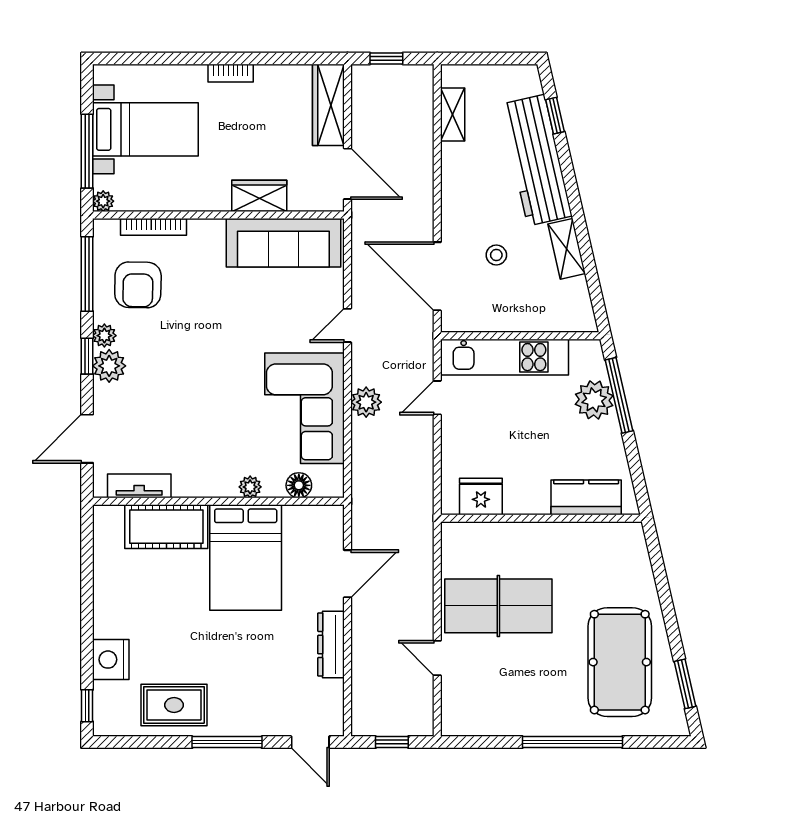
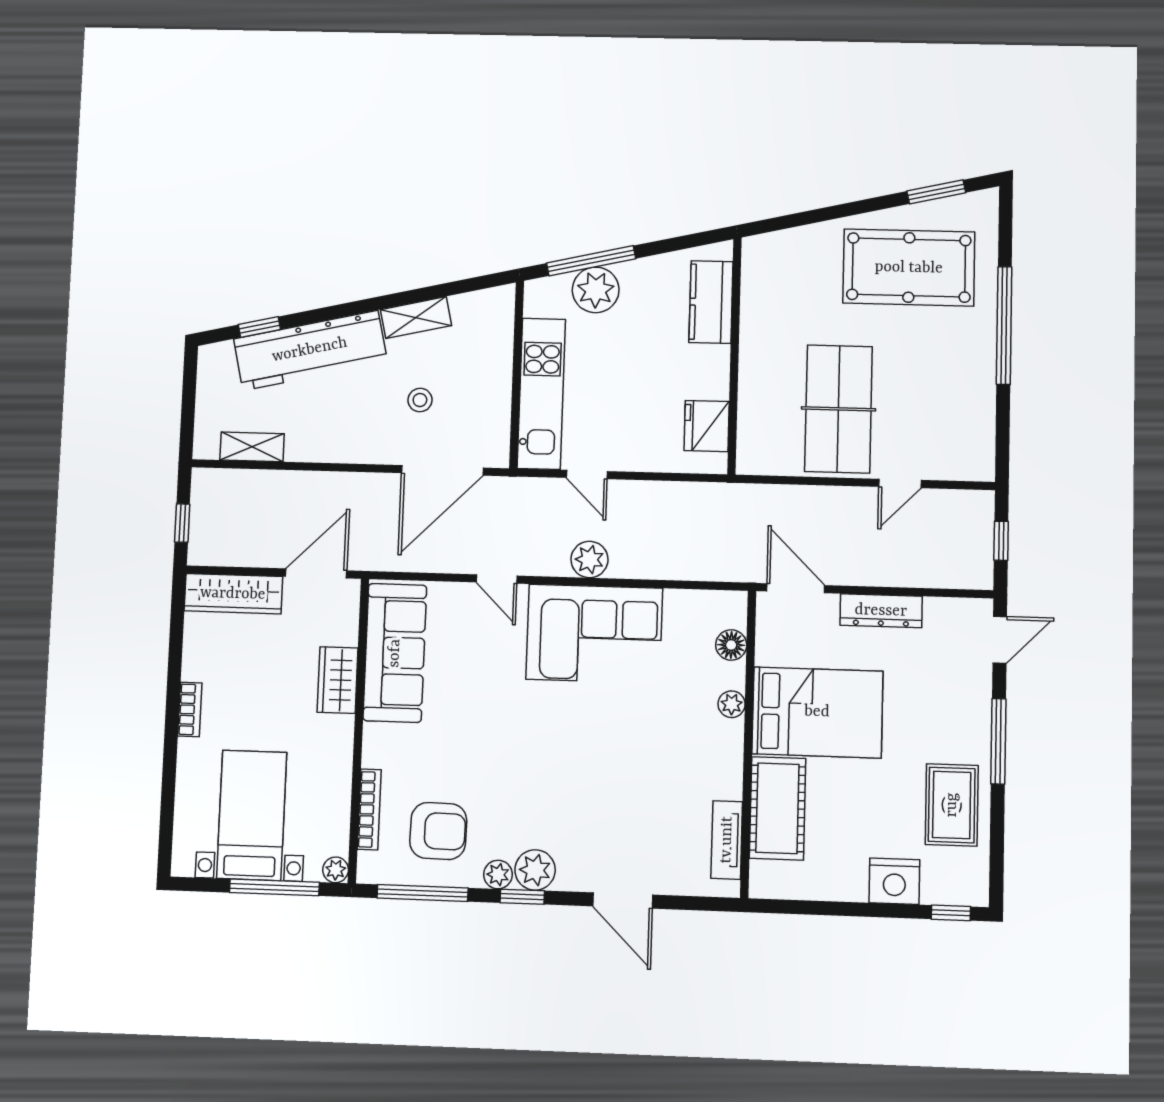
floor lamp: (299, 485) -> (731, 645), moved
tv unit: (139, 486) -> (727, 840), moved
plant: (250, 487) -> (732, 704), moved
wall: (218, 501) -> (748, 743), moved
cot: (166, 527) -> (777, 808), moved
bed: (246, 558) -> (817, 712), moved

